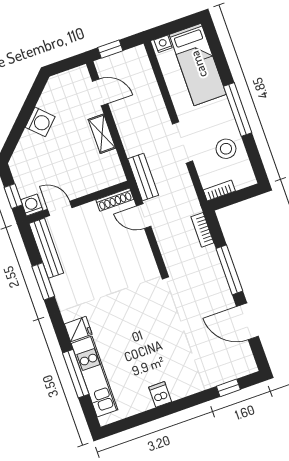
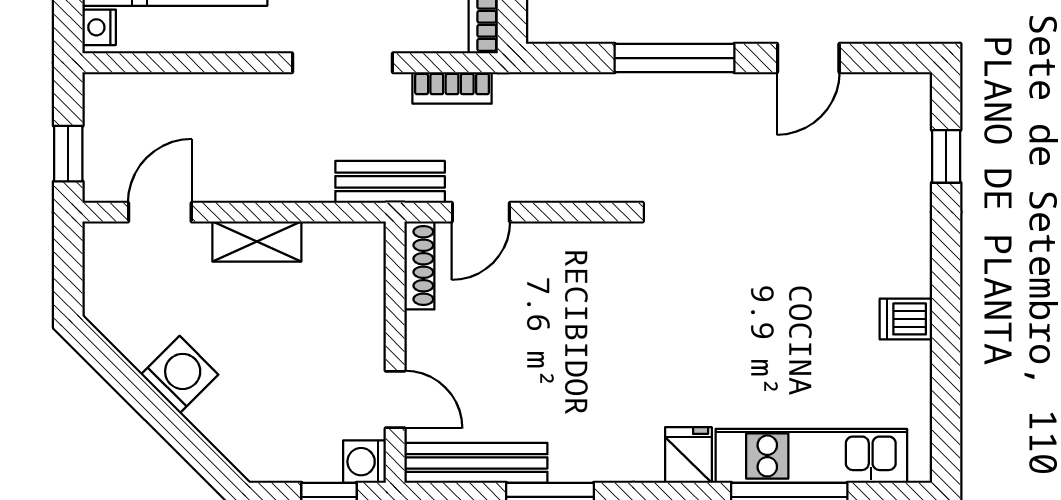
door: (60, 208) -> (395, 399), swing flipped
bookcase: (202, 230) -> (452, 88), moved
door: (247, 321) -> (808, 58), width x0.73

